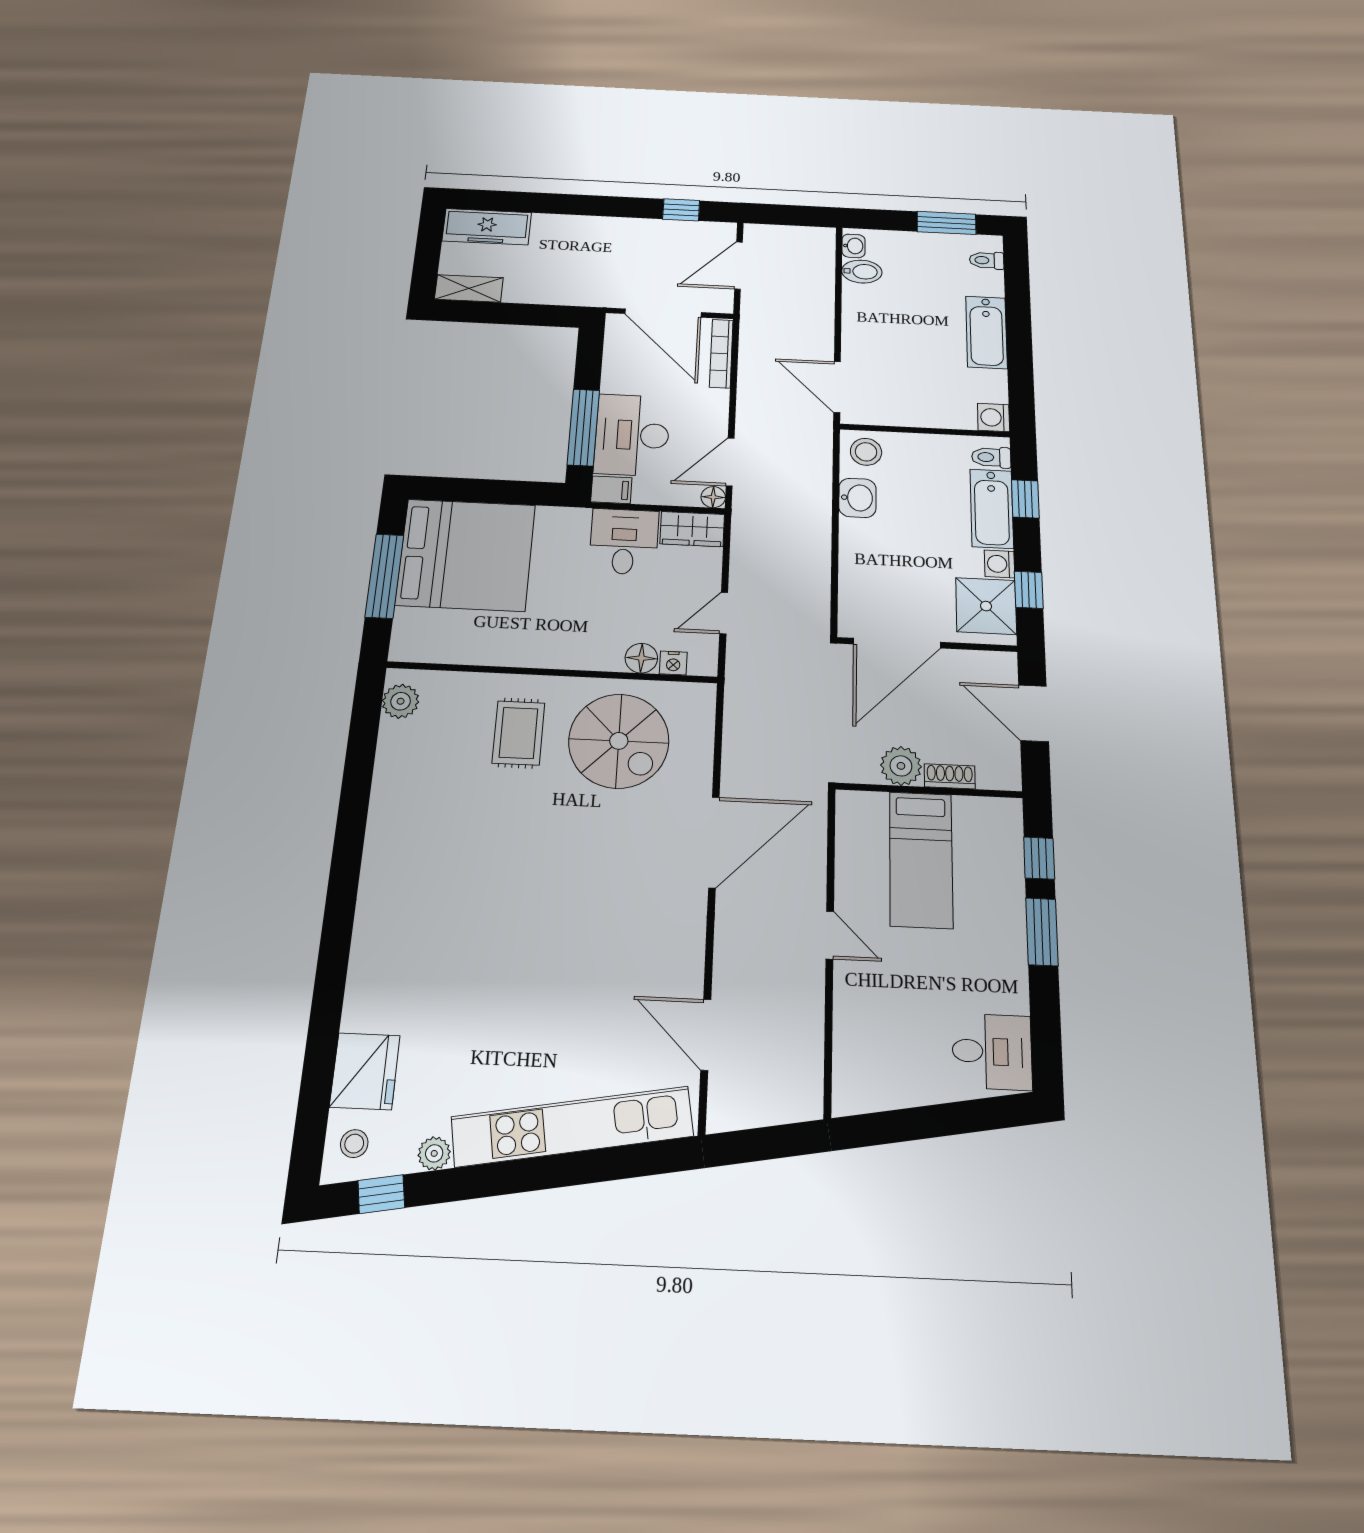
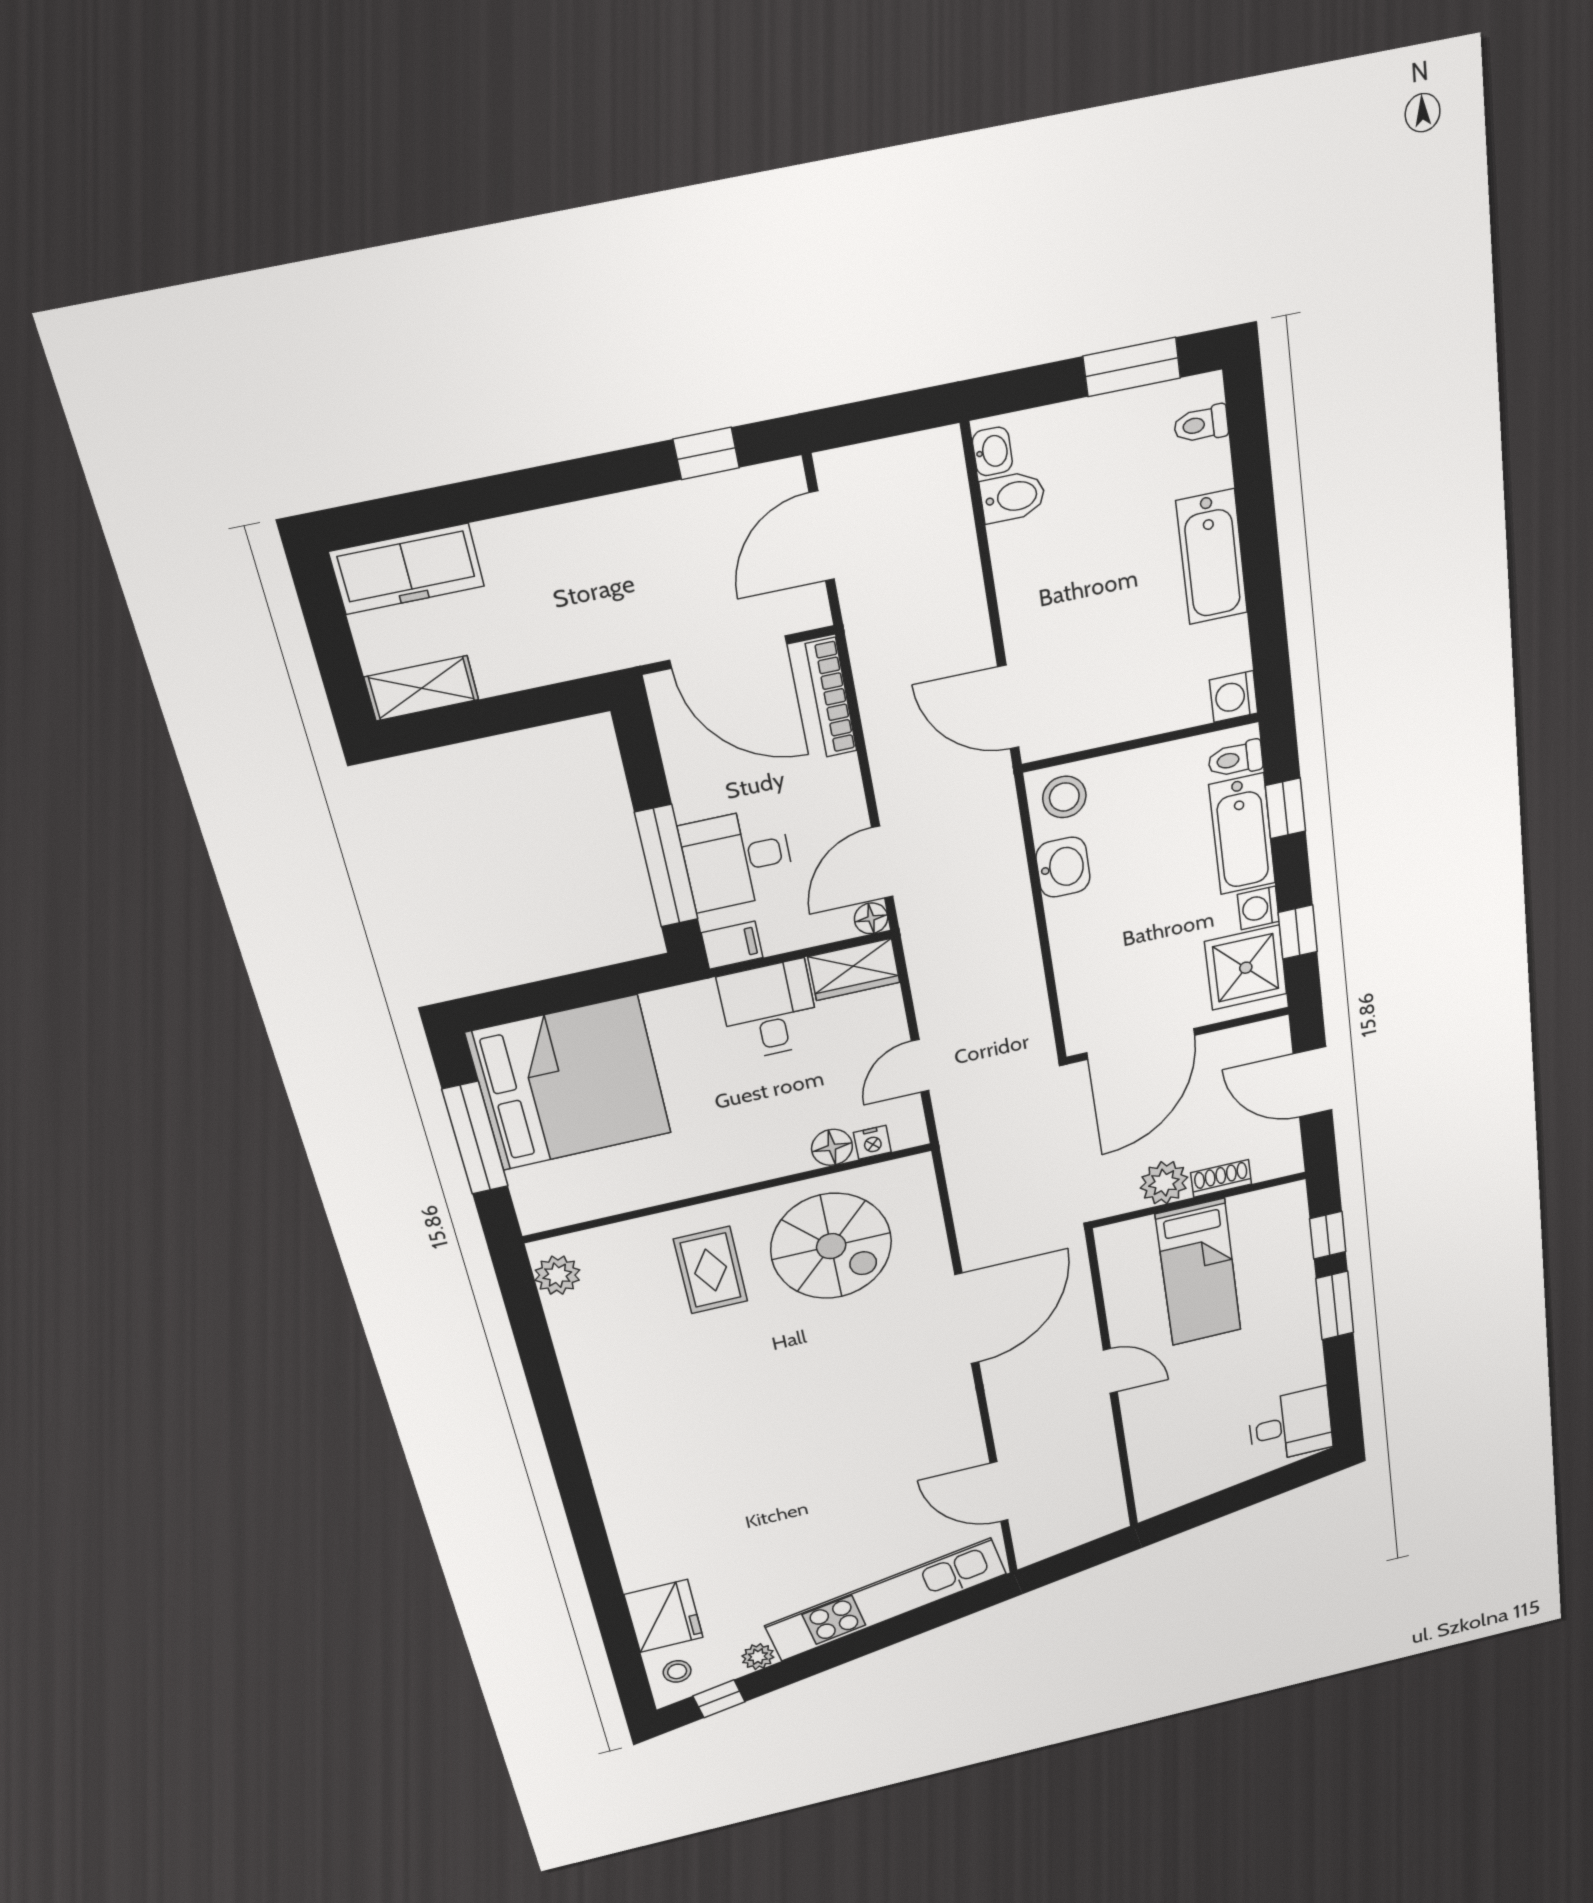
desk: (632, 435) -> (738, 859), width x0.73

